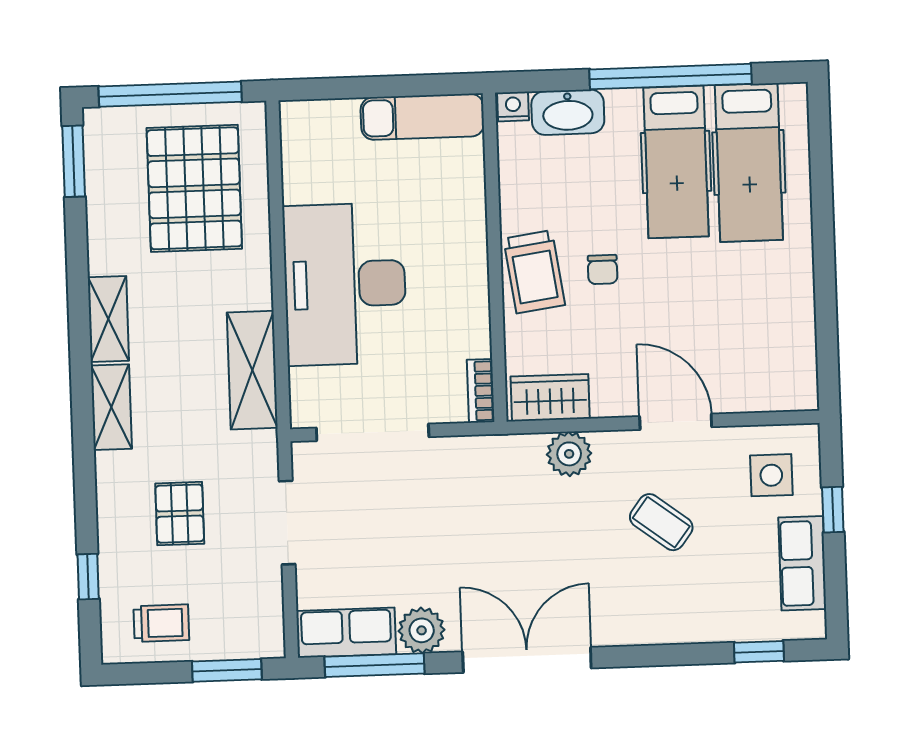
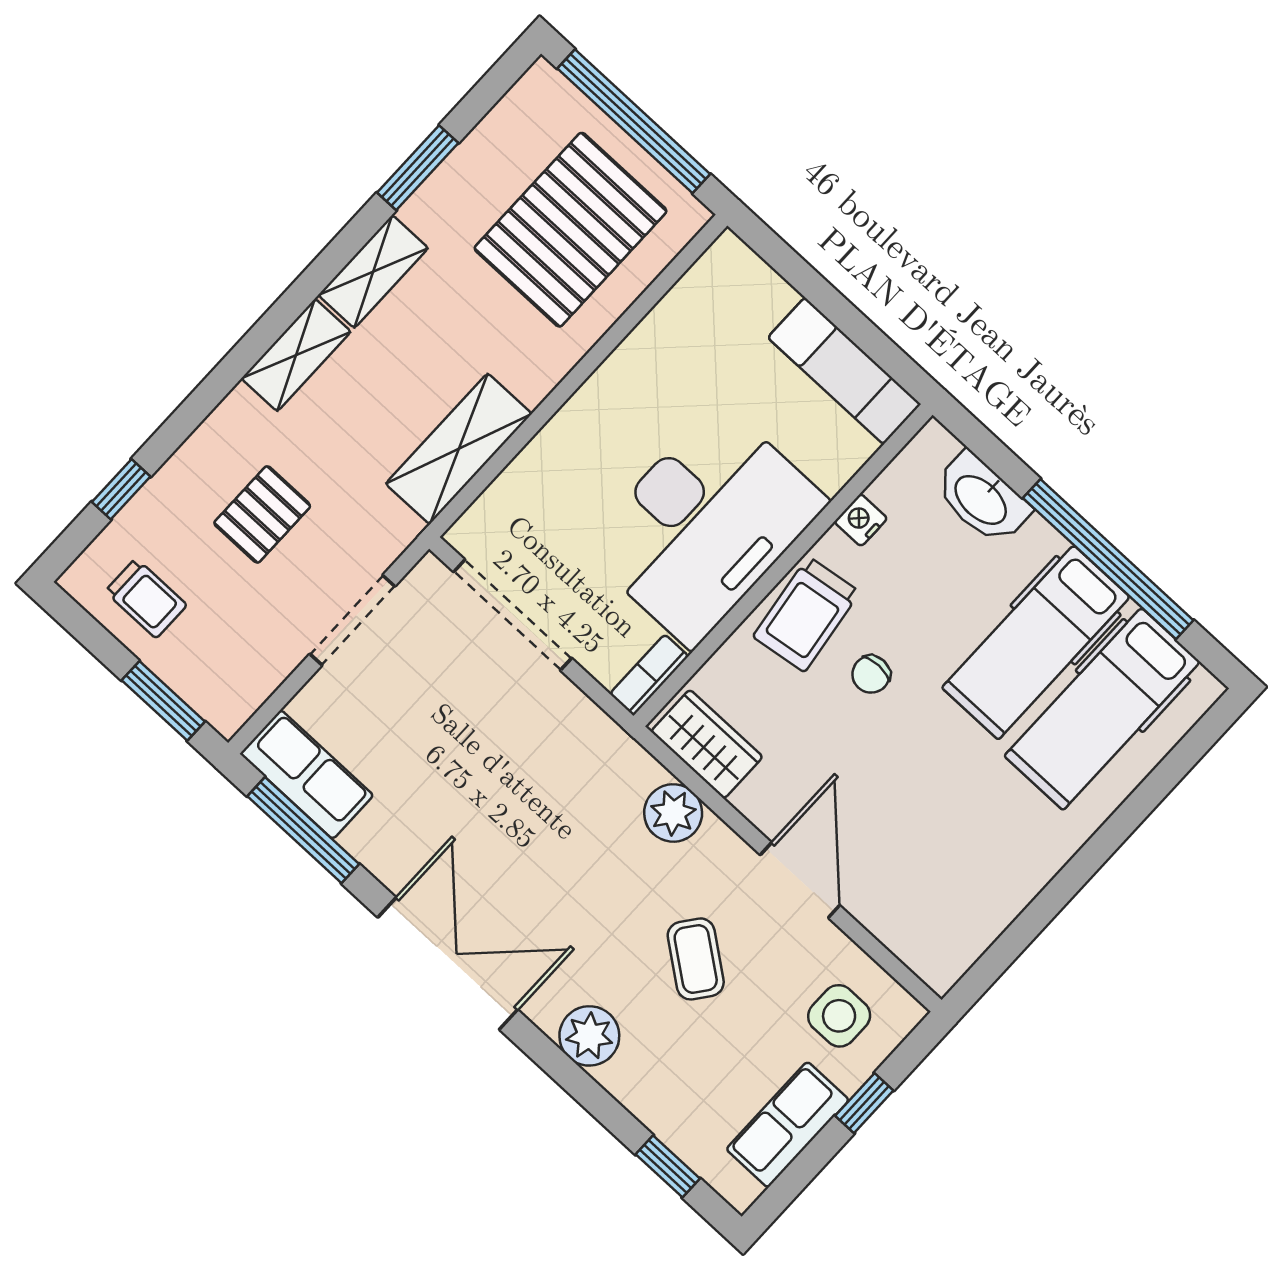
nightstand: (513, 107) -> (861, 520), moved, turned -90
window: (74, 161) -> (418, 168), moved
desk: (345, 284) -> (705, 525), moved, turned 180
plant: (422, 630) -> (589, 1036), moved

